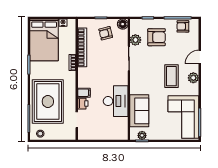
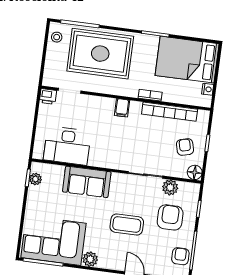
armchair: (157, 37) -> (170, 217), turned 180
coffee table: (171, 76) -> (127, 224), moved
plant: (193, 78) -> (90, 259), moved
filing cabinet: (84, 93) -> (122, 108), moved
desk: (116, 101) -> (67, 146), moved
printer: (83, 104) -> (48, 96), moved
sofa: (139, 111) -> (87, 182), moved

